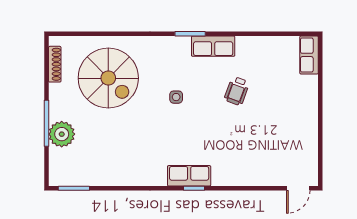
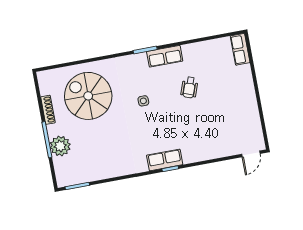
shoe rack: (55, 64) -> (48, 110), moved
spiral stairs: (108, 78) -> (88, 96), turned 180

